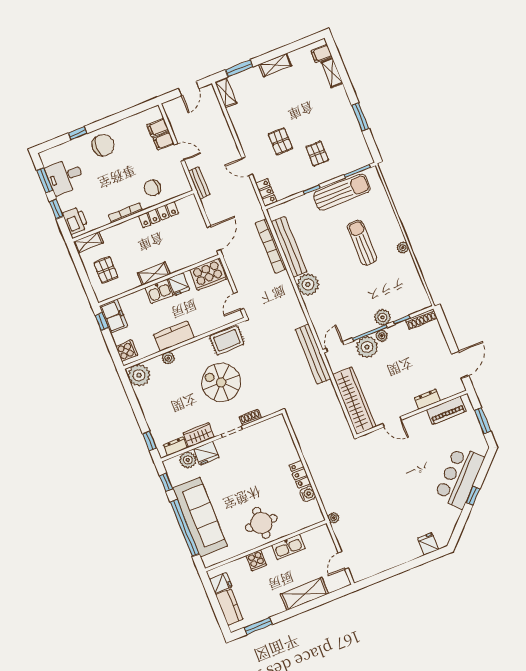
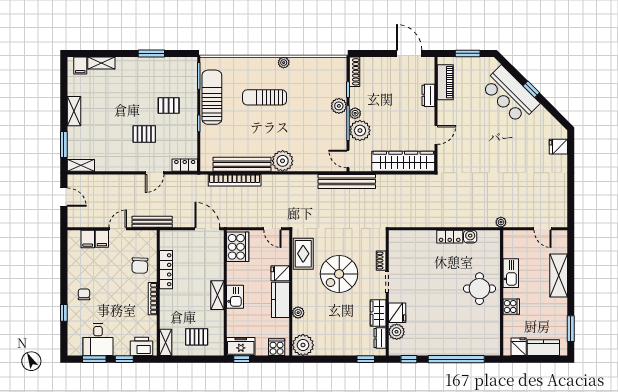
chair: (103, 145) -> (84, 294), width x0.54, depth x0.54
bench: (199, 183) -> (152, 222), width x1.36
fridge: (179, 284) -> (280, 273), moved, turned 180
sofa: (200, 517) -> (452, 341), removed

